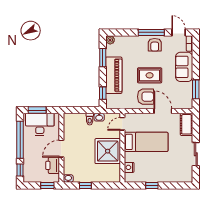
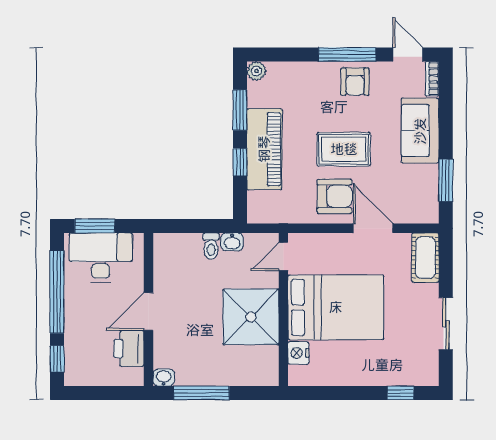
window: (103, 93) -> (240, 162), moved
bed: (146, 142) -> (336, 307), width x1.50
window: (47, 185) -> (117, 393), removed
window: (85, 185) -> (202, 393), width x2.17
window: (152, 185) -> (401, 393), moved

